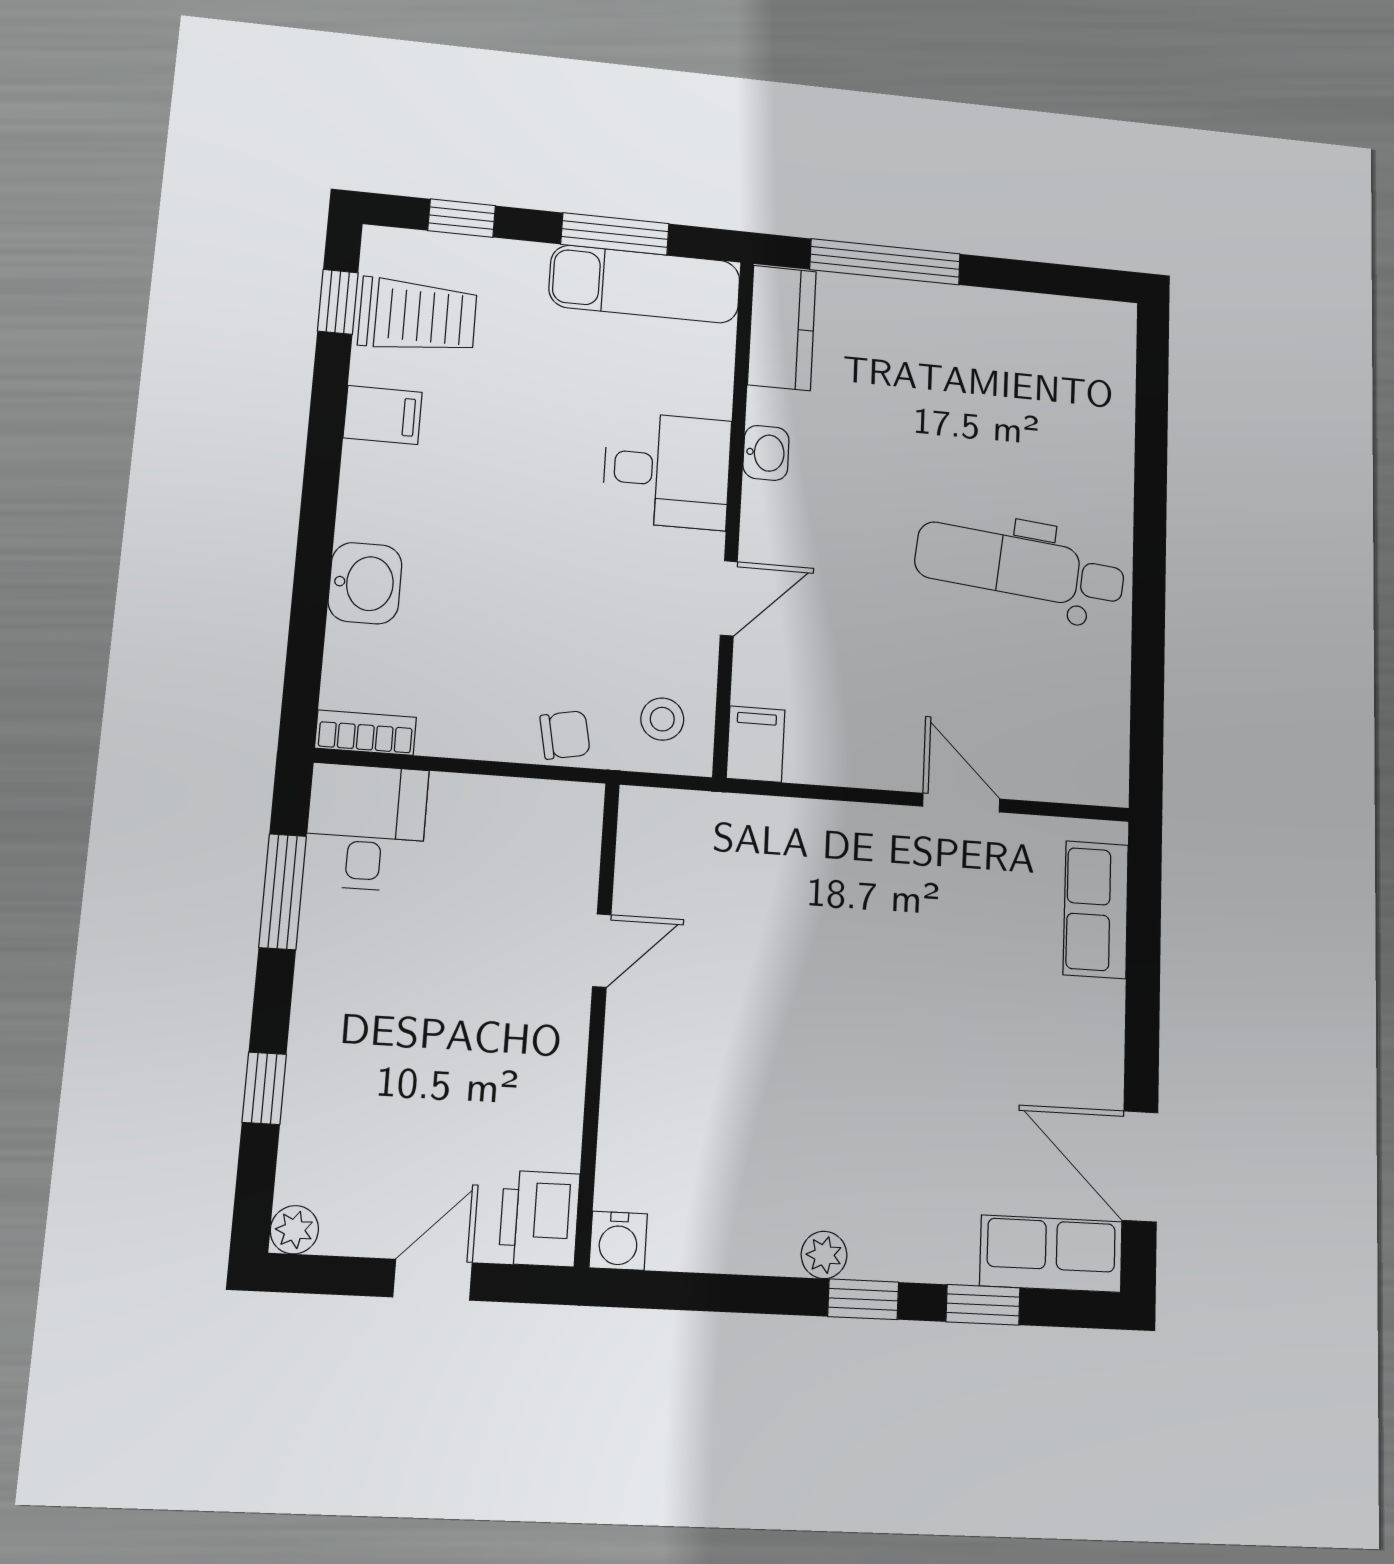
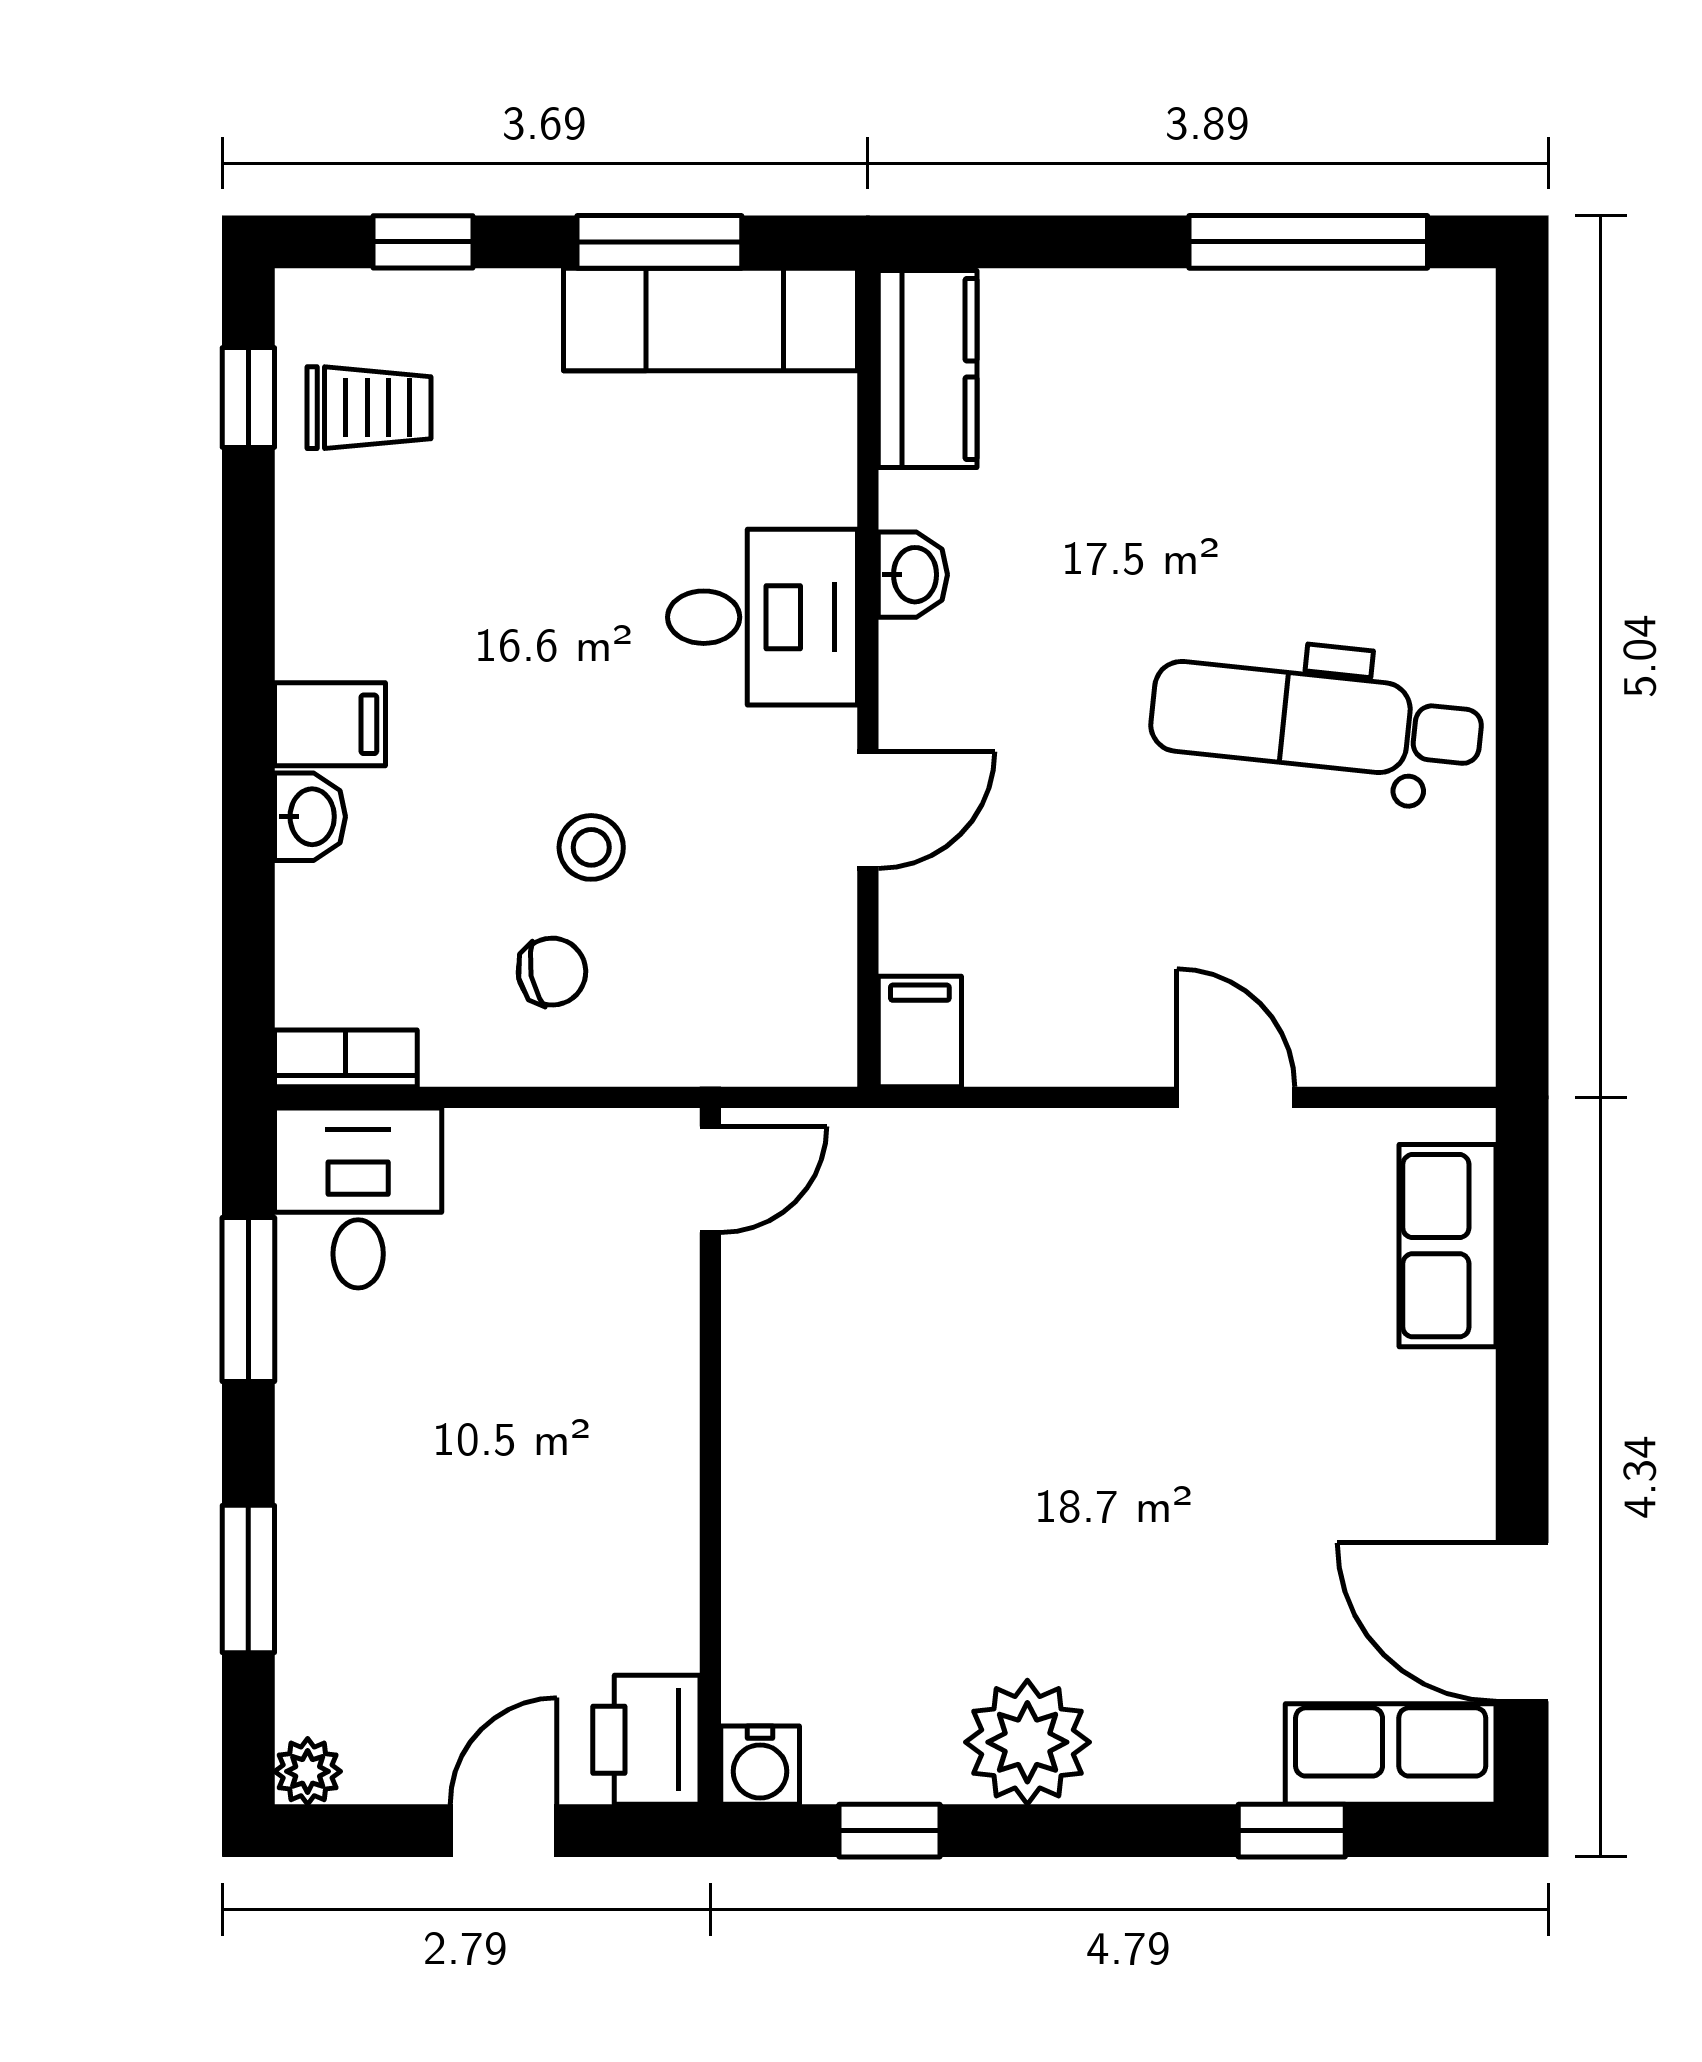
window: (885, 262) -> (1308, 242), moved
trolley: (418, 316) -> (369, 408), width x0.73, depth x0.72
filing cabinet: (383, 415) -> (330, 724), moved
washbasin: (365, 583) -> (310, 817), width x0.72, depth x0.69
stool: (662, 719) -> (591, 847), moved
chair: (565, 735) -> (552, 972), moved
door: (602, 951) -> (710, 1179), moved
window: (264, 1088) -> (248, 1579), width x1.50
plant: (824, 1255) -> (1027, 1742), width x1.87, depth x1.87
window: (863, 1299) -> (889, 1831), moved

